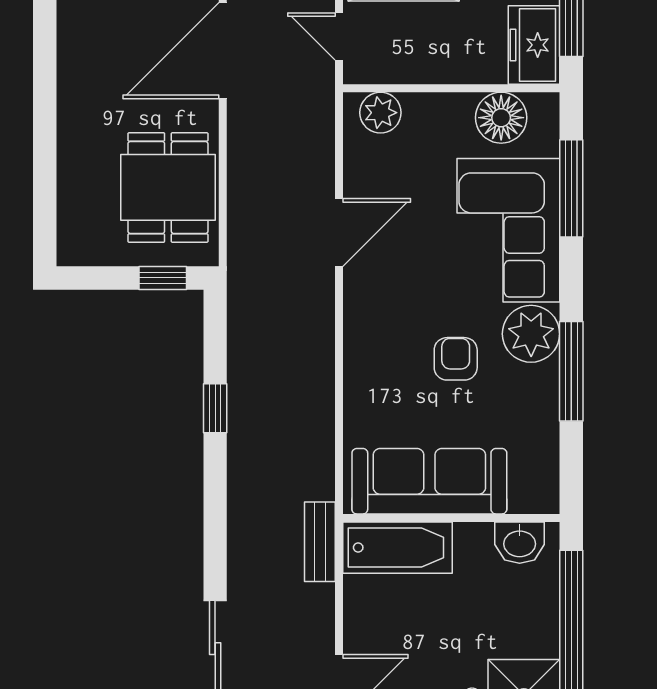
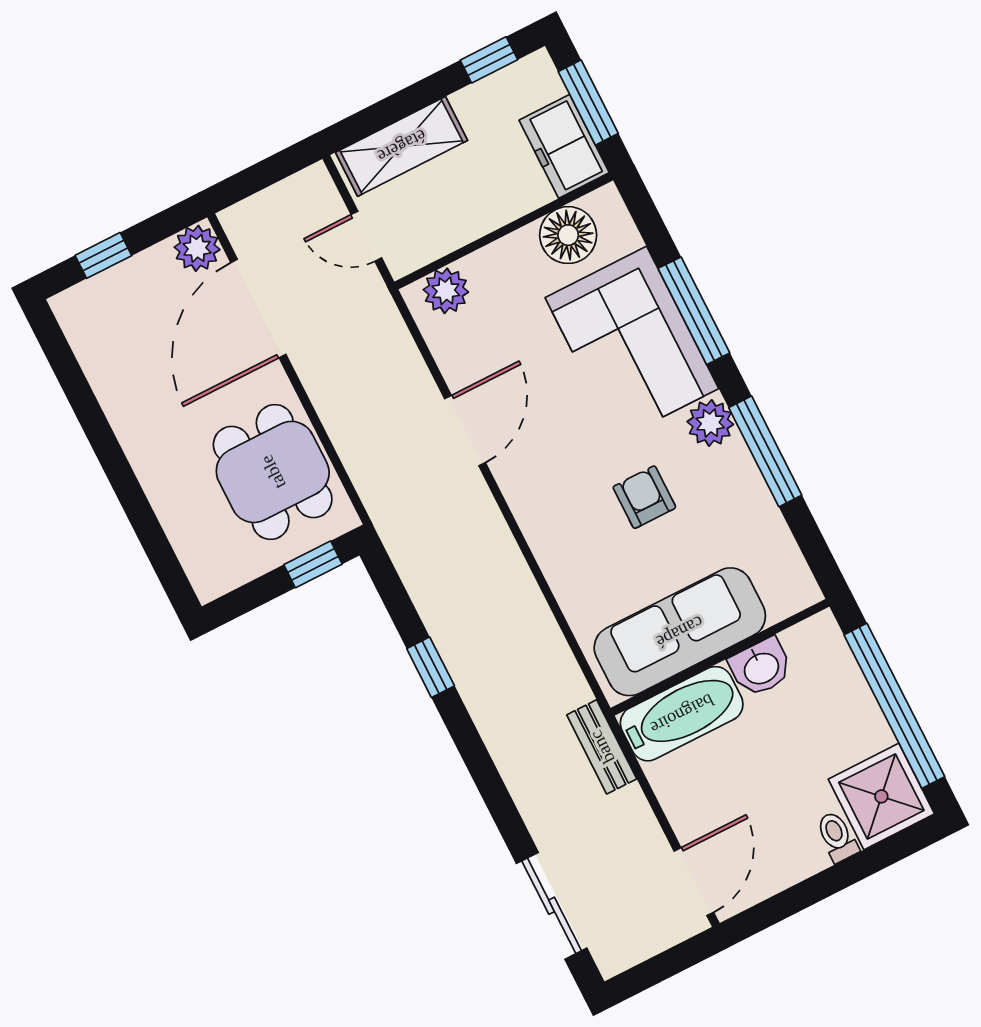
window: (571, 188) -> (694, 311), moved
plant: (531, 334) -> (710, 423), width x0.73, depth x0.73
washbasin: (520, 543) -> (761, 667), moved

